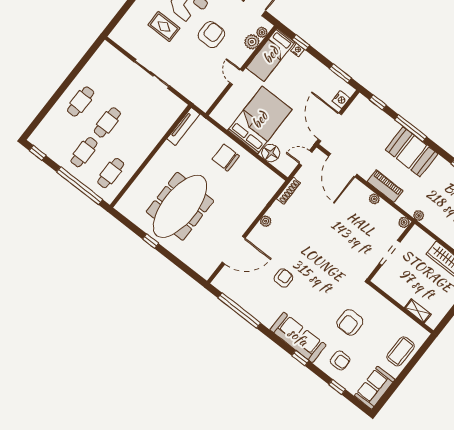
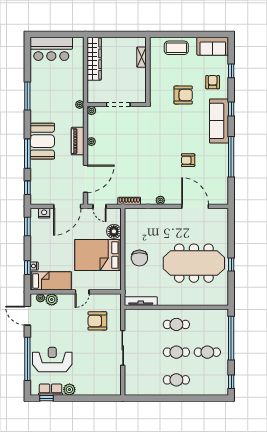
rug: (164, 27) -> (86, 364), removed
armchair: (211, 35) -> (97, 321), moved
cafe table: (111, 173) -> (176, 324), moved
window: (239, 310) -> (231, 157), moved

